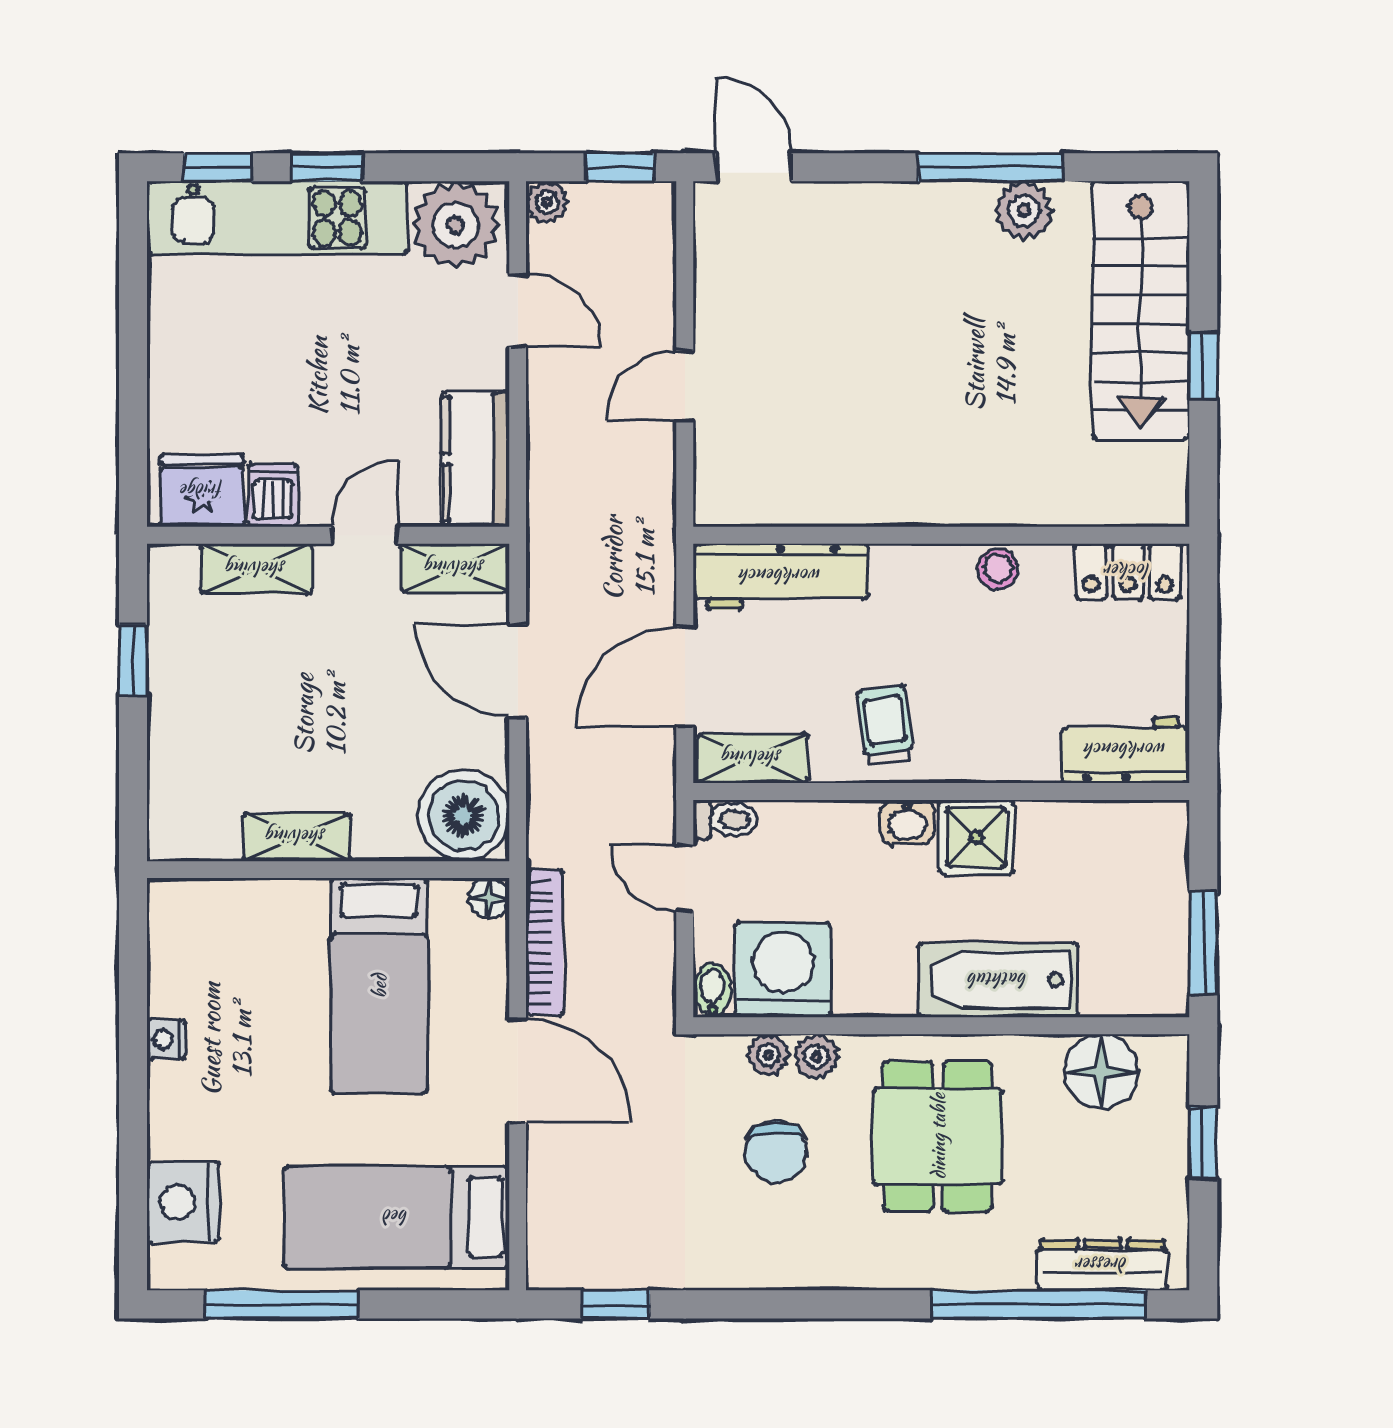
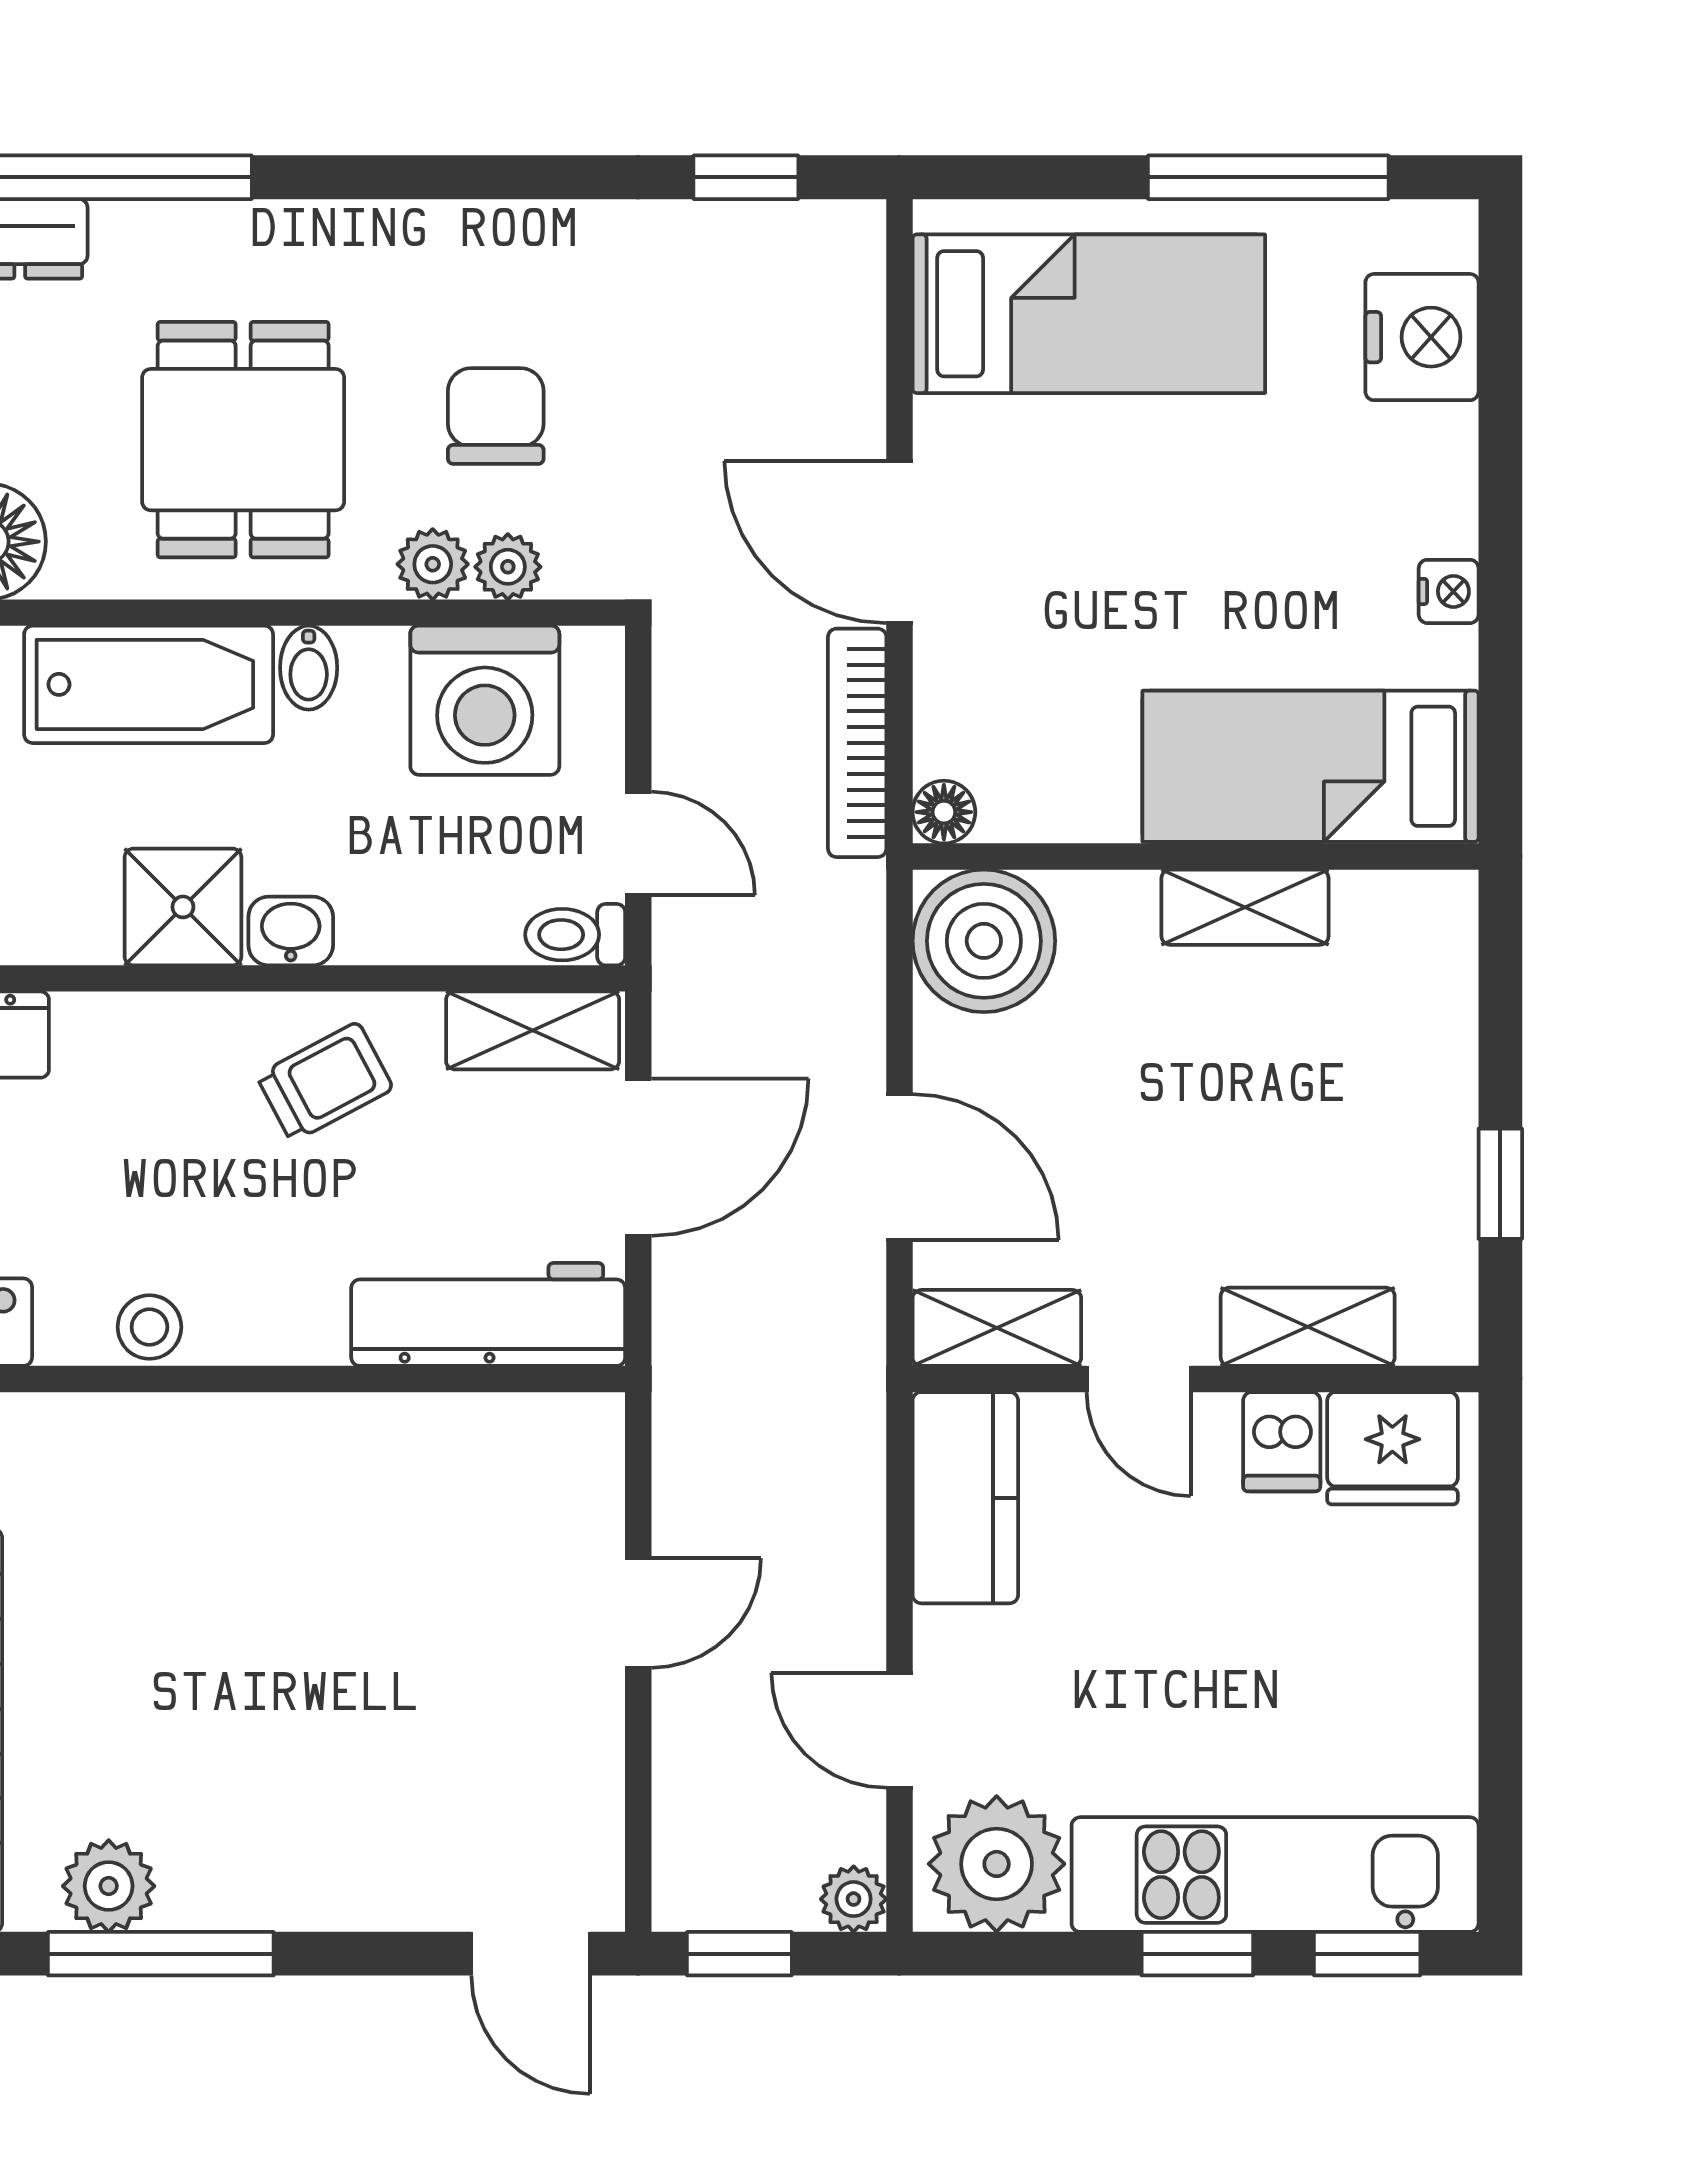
door: (364, 535) -> (1139, 1379), hinge flipped
trolley: (885, 725) -> (325, 1082), turned -111
bed: (379, 986) -> (1311, 766), moved, turned -90
bidet: (713, 990) -> (309, 668), moved

